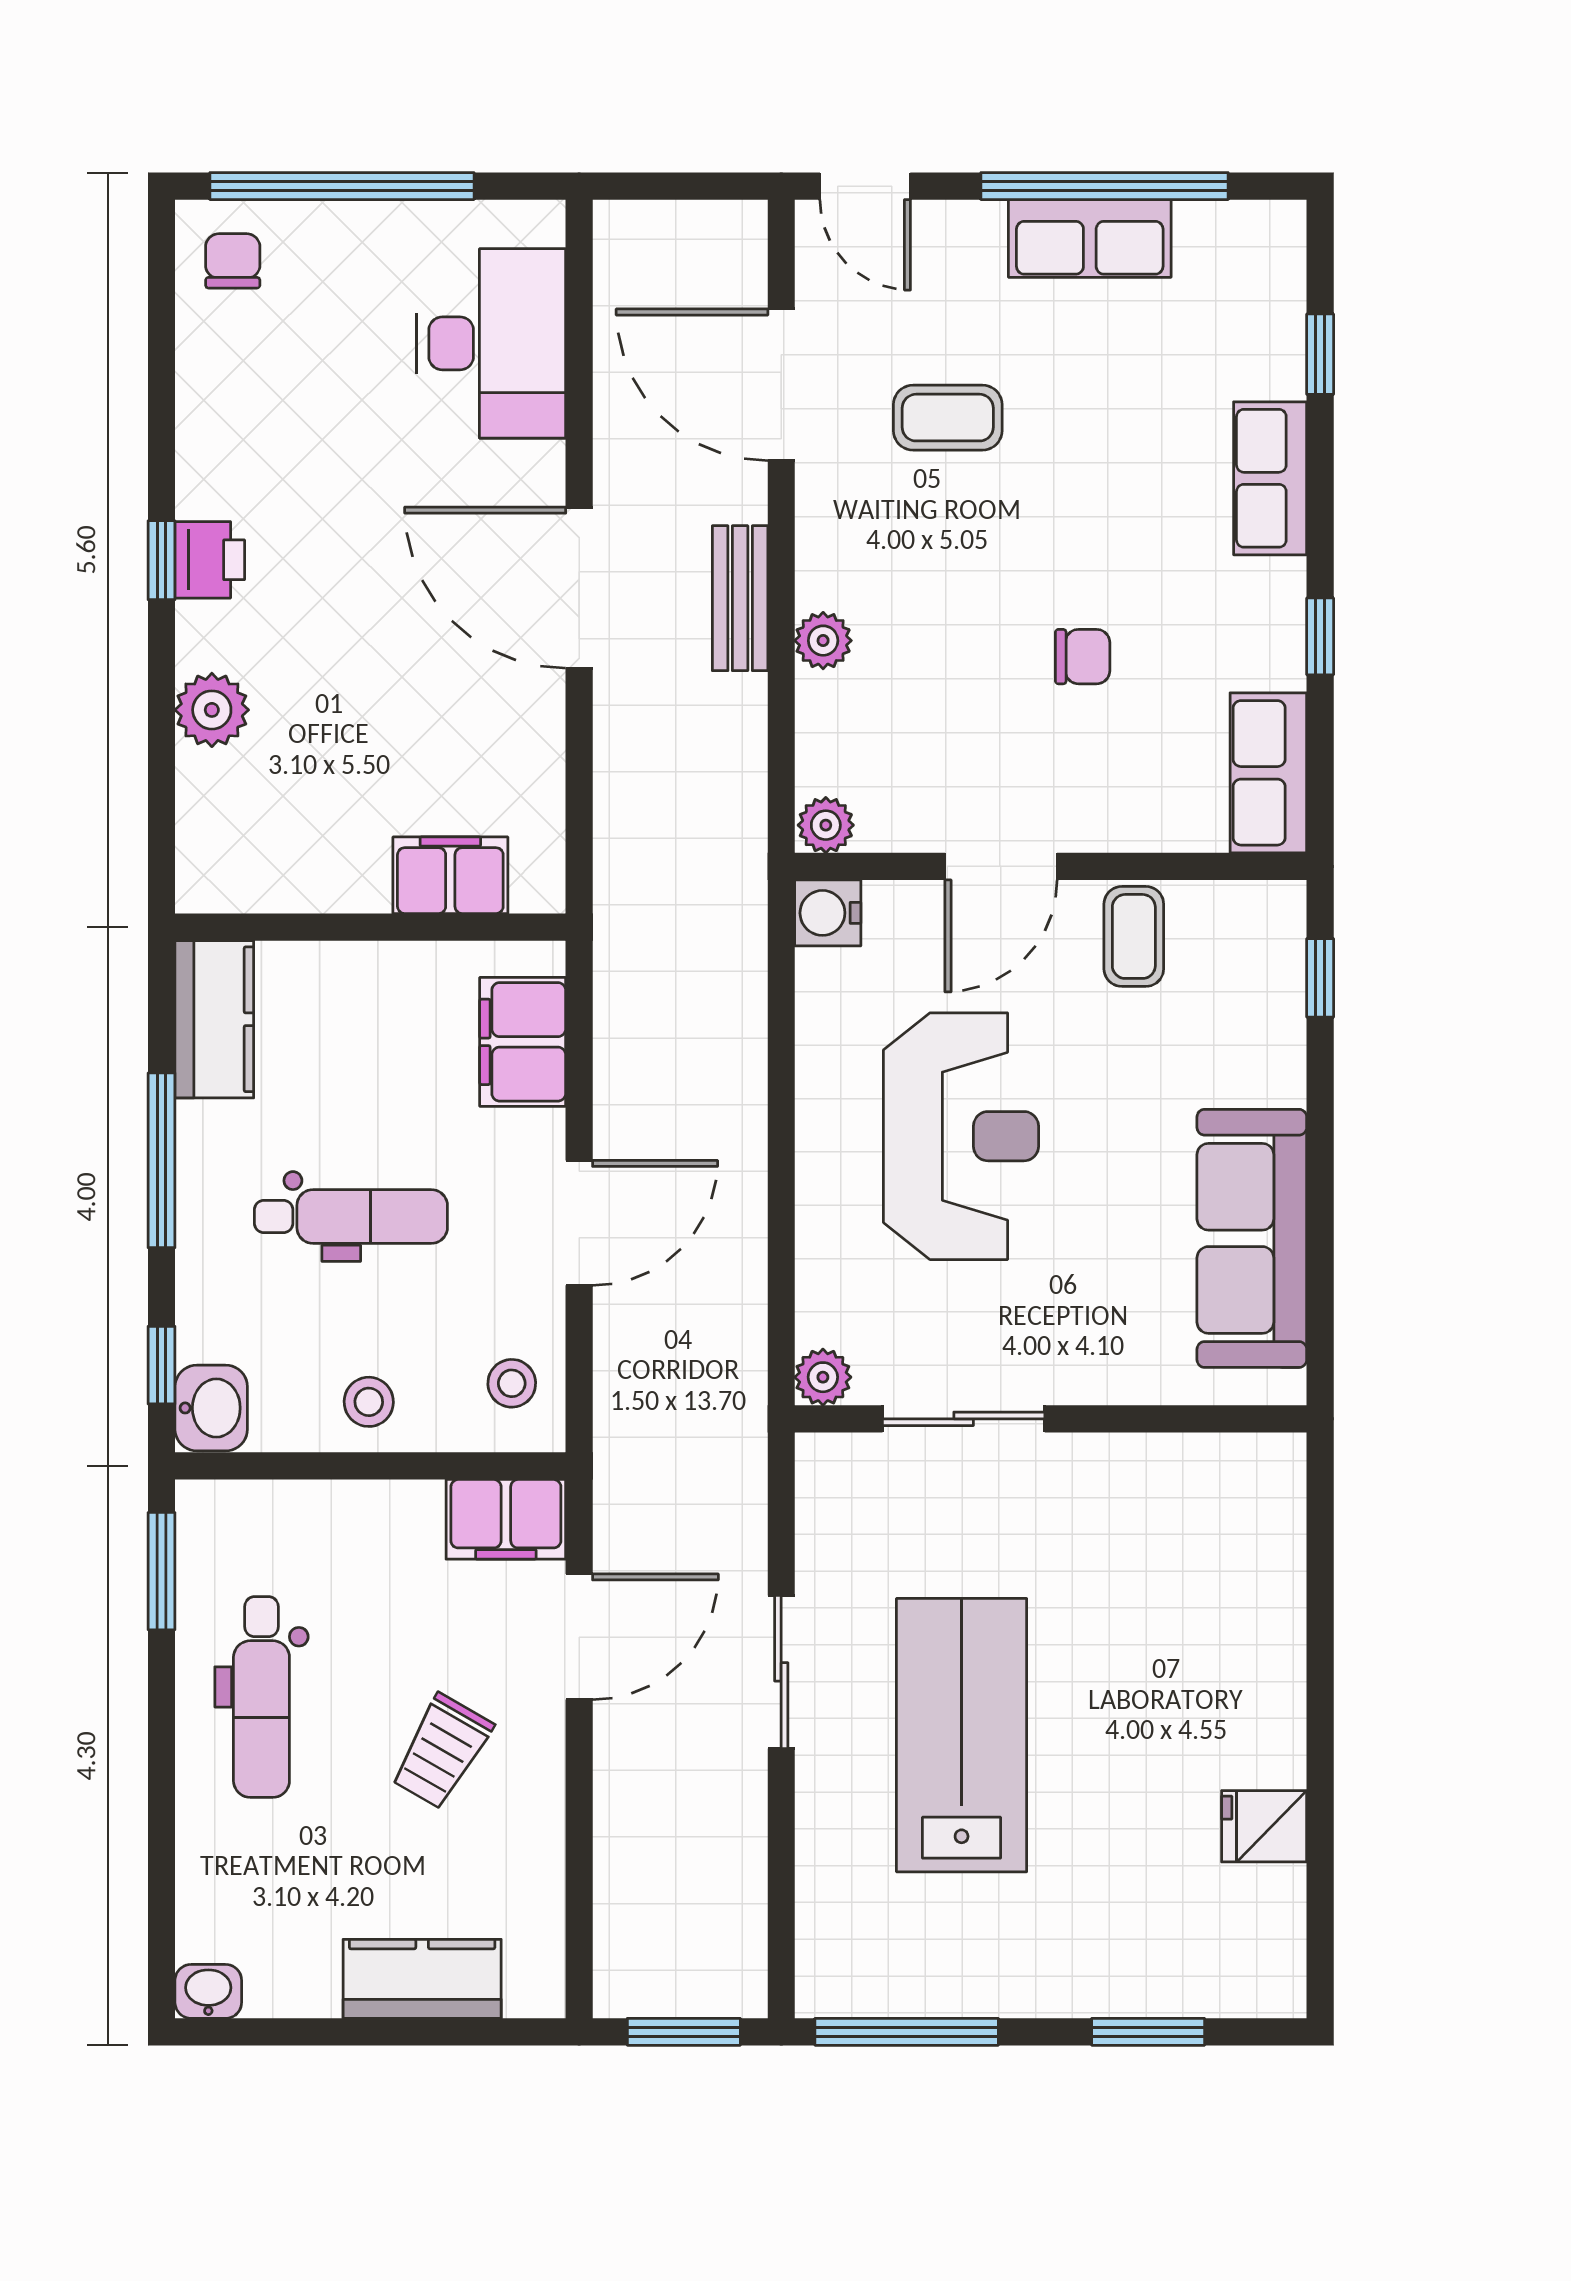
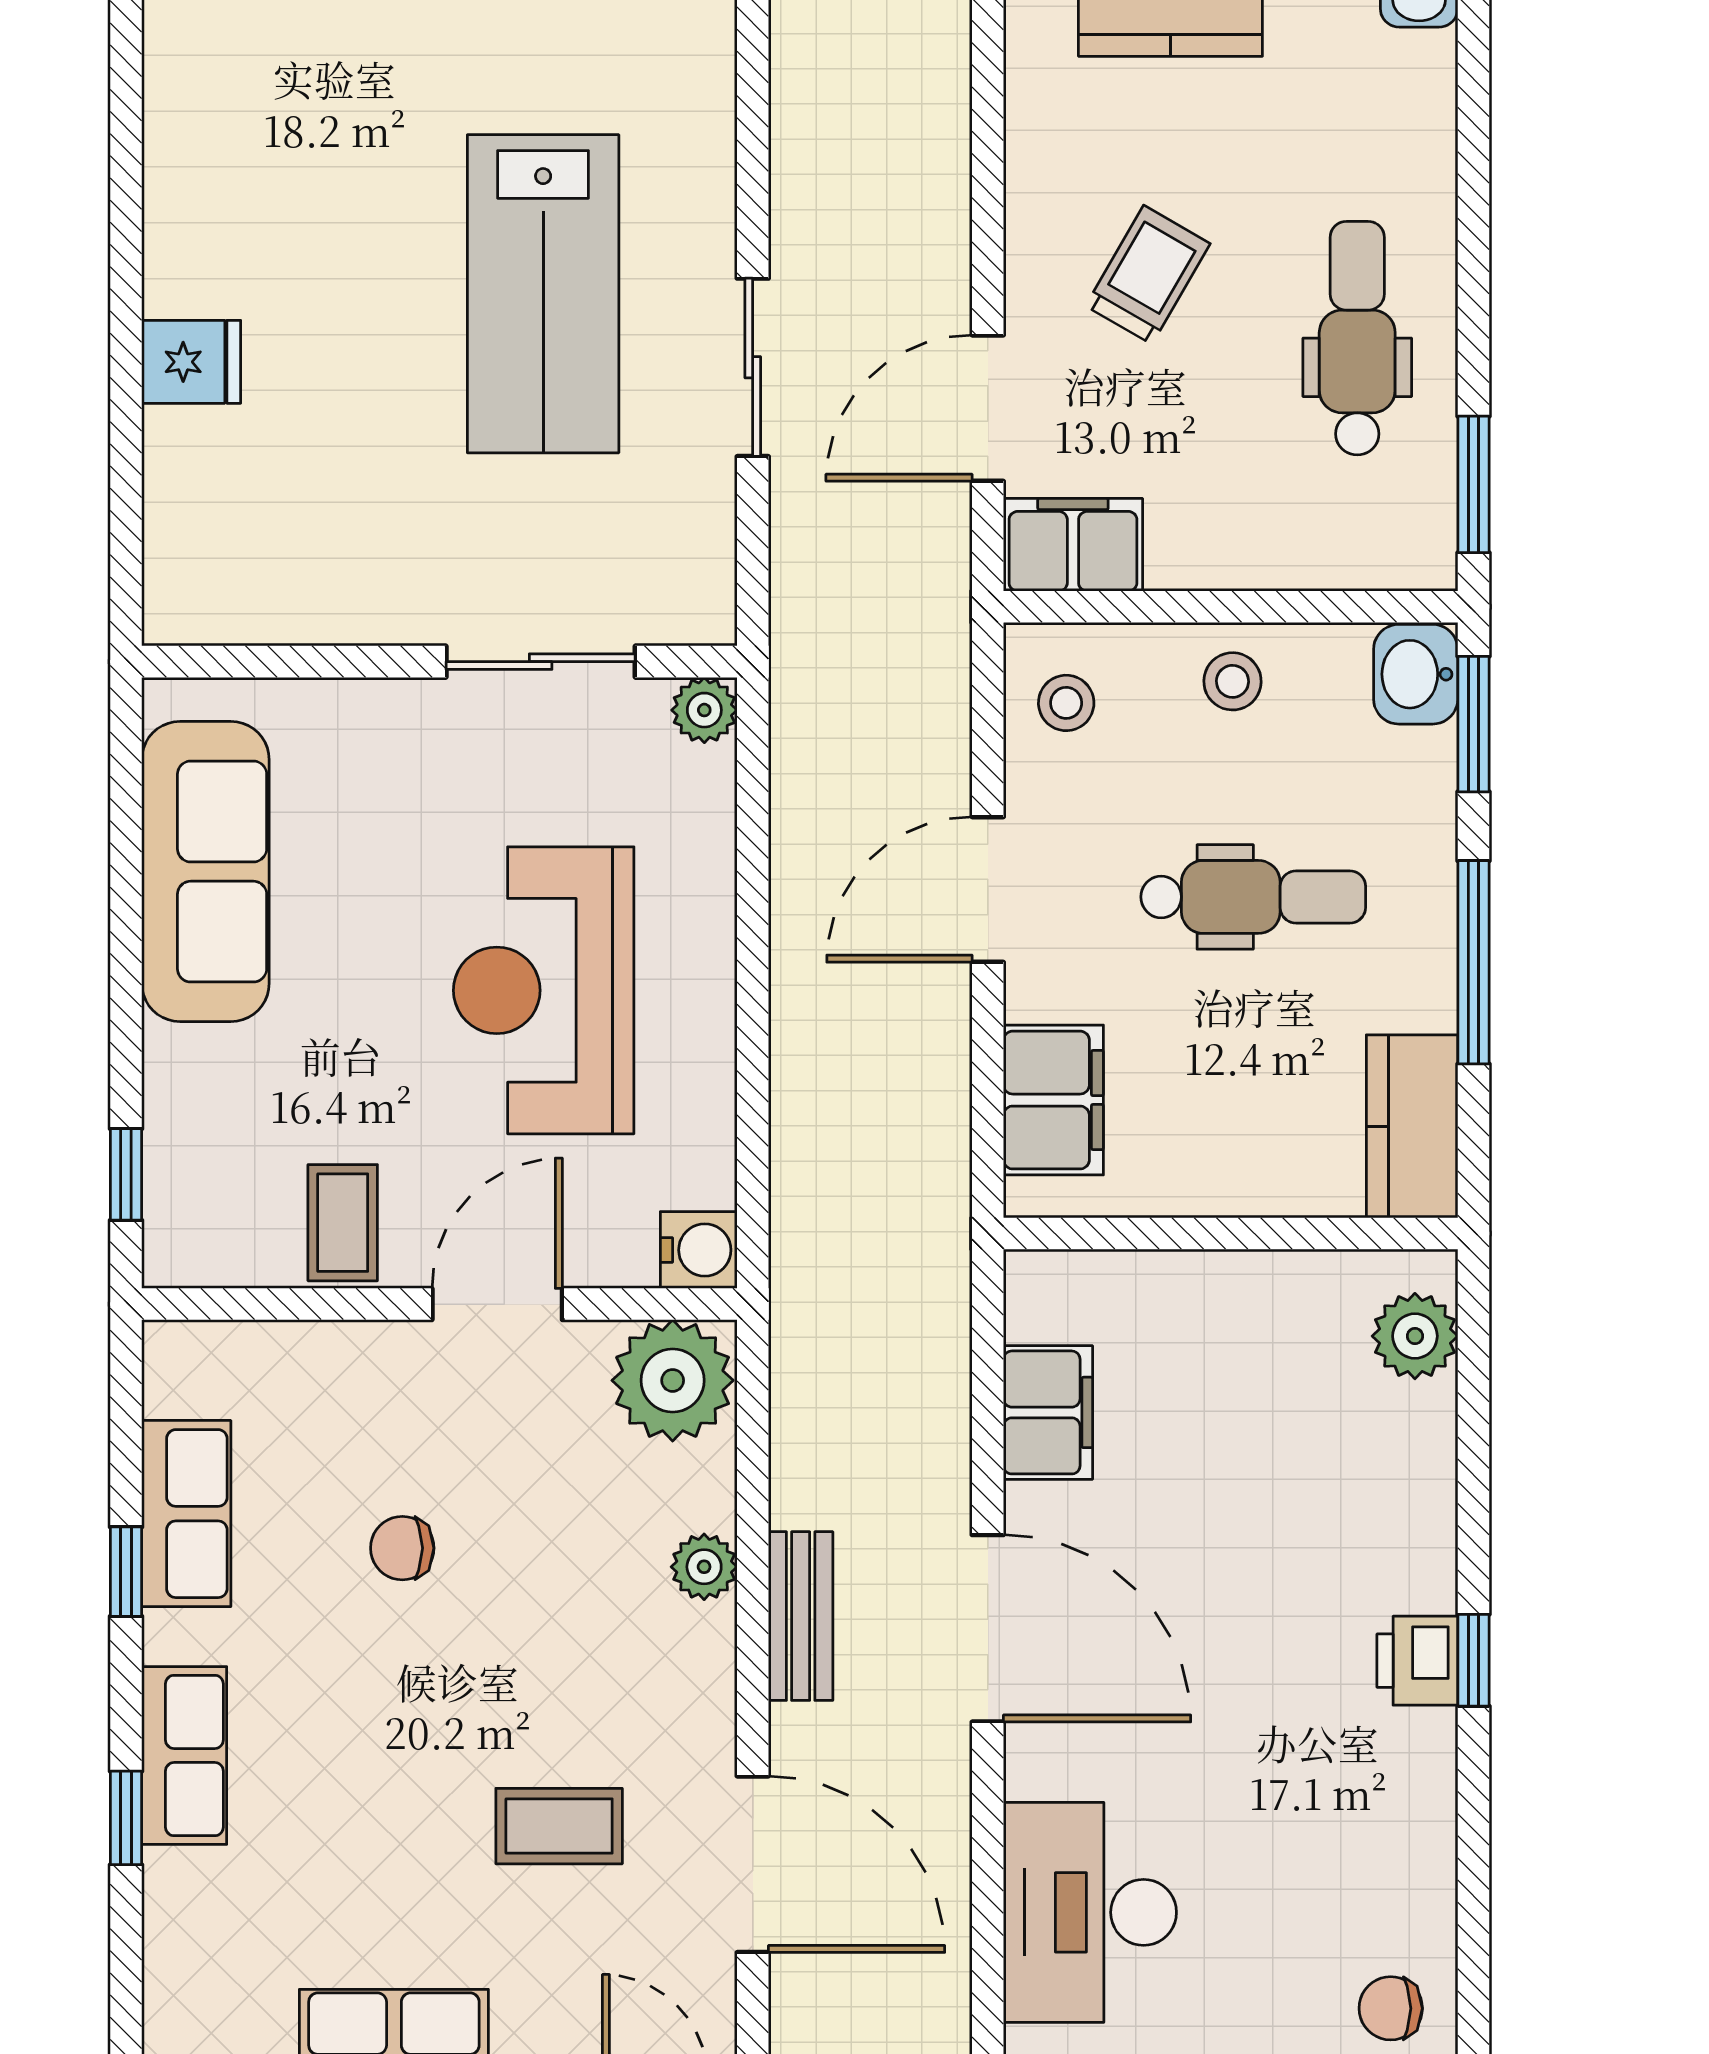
chair: (233, 261) -> (1391, 2008), turned 90
window: (1320, 354) -> (126, 1818), moved
plant: (212, 710) -> (1415, 1336), moved
row of seats: (1268, 773) -> (186, 1514), moved
plant: (826, 825) -> (673, 1380), width x1.88, depth x1.88
filing cabinet: (450, 875) -> (1048, 1412), moved, turned -90
dental chair: (351, 1216) -> (1253, 897), turned 180
window: (161, 1365) -> (1474, 724), width x1.50
fridge: (1264, 1826) -> (191, 362), moved

